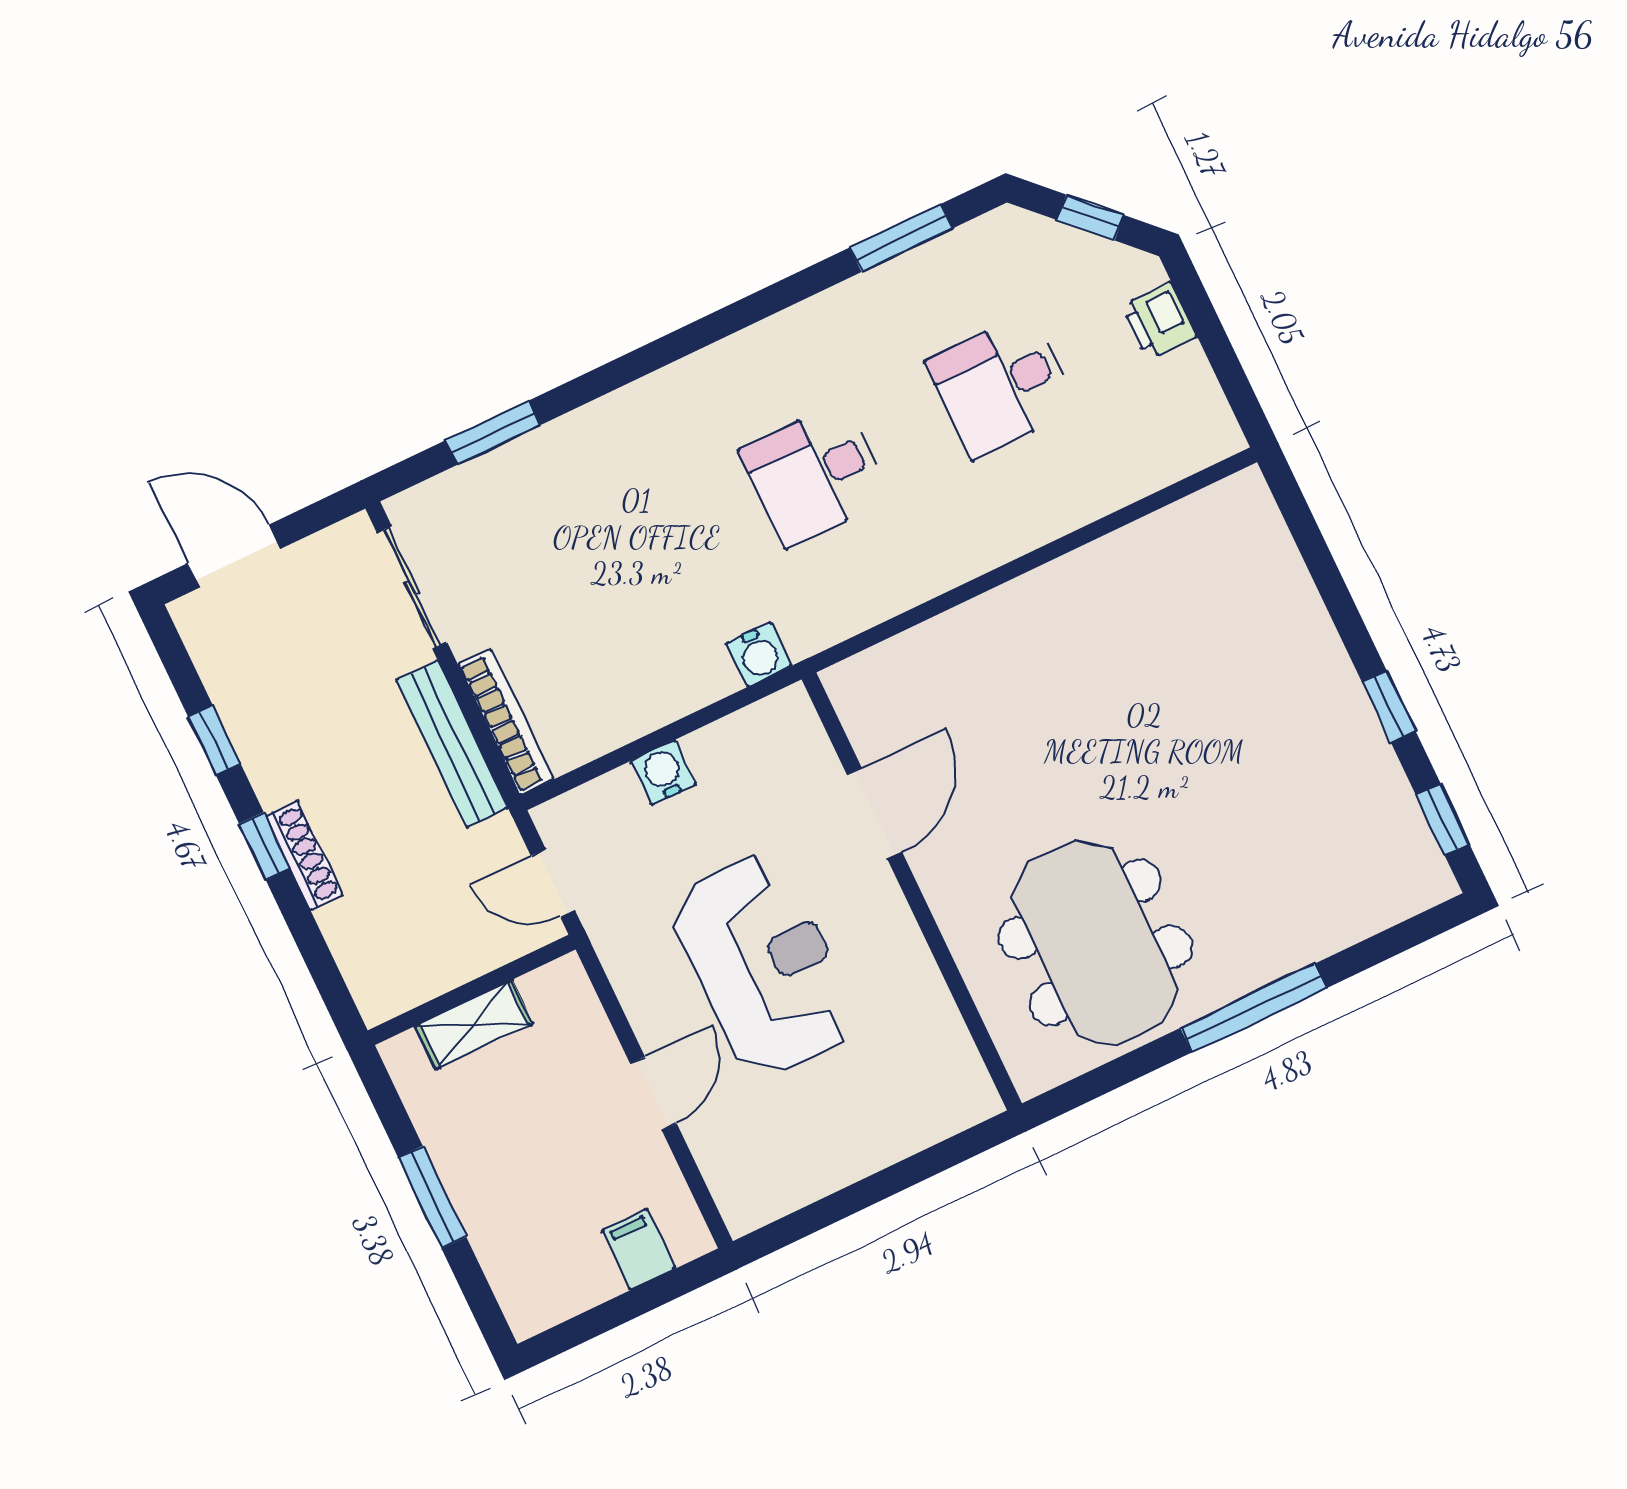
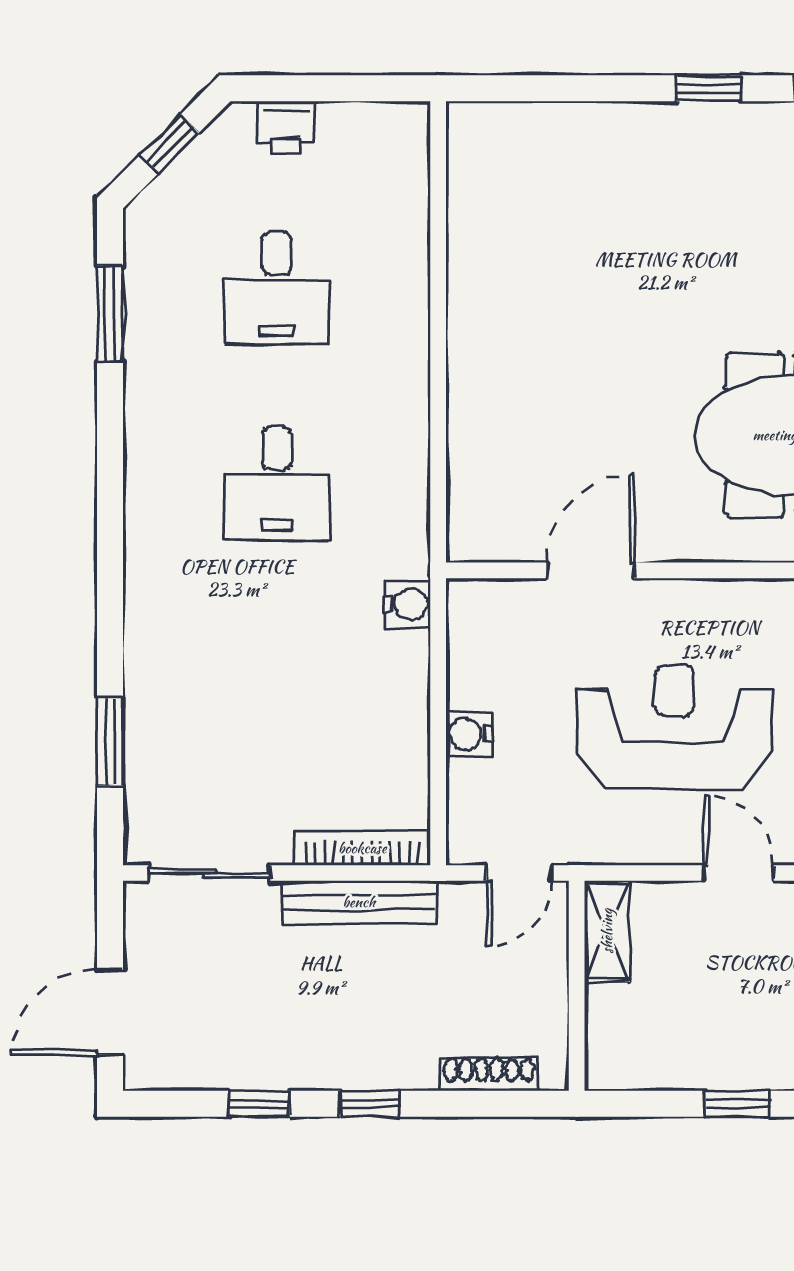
door: (875, 814) -> (590, 570), hinge flipped
shoe rack: (304, 856) -> (489, 1074), moved
shelving: (474, 1025) -> (607, 931), moved
window: (432, 1197) -> (737, 1104), width x0.67

